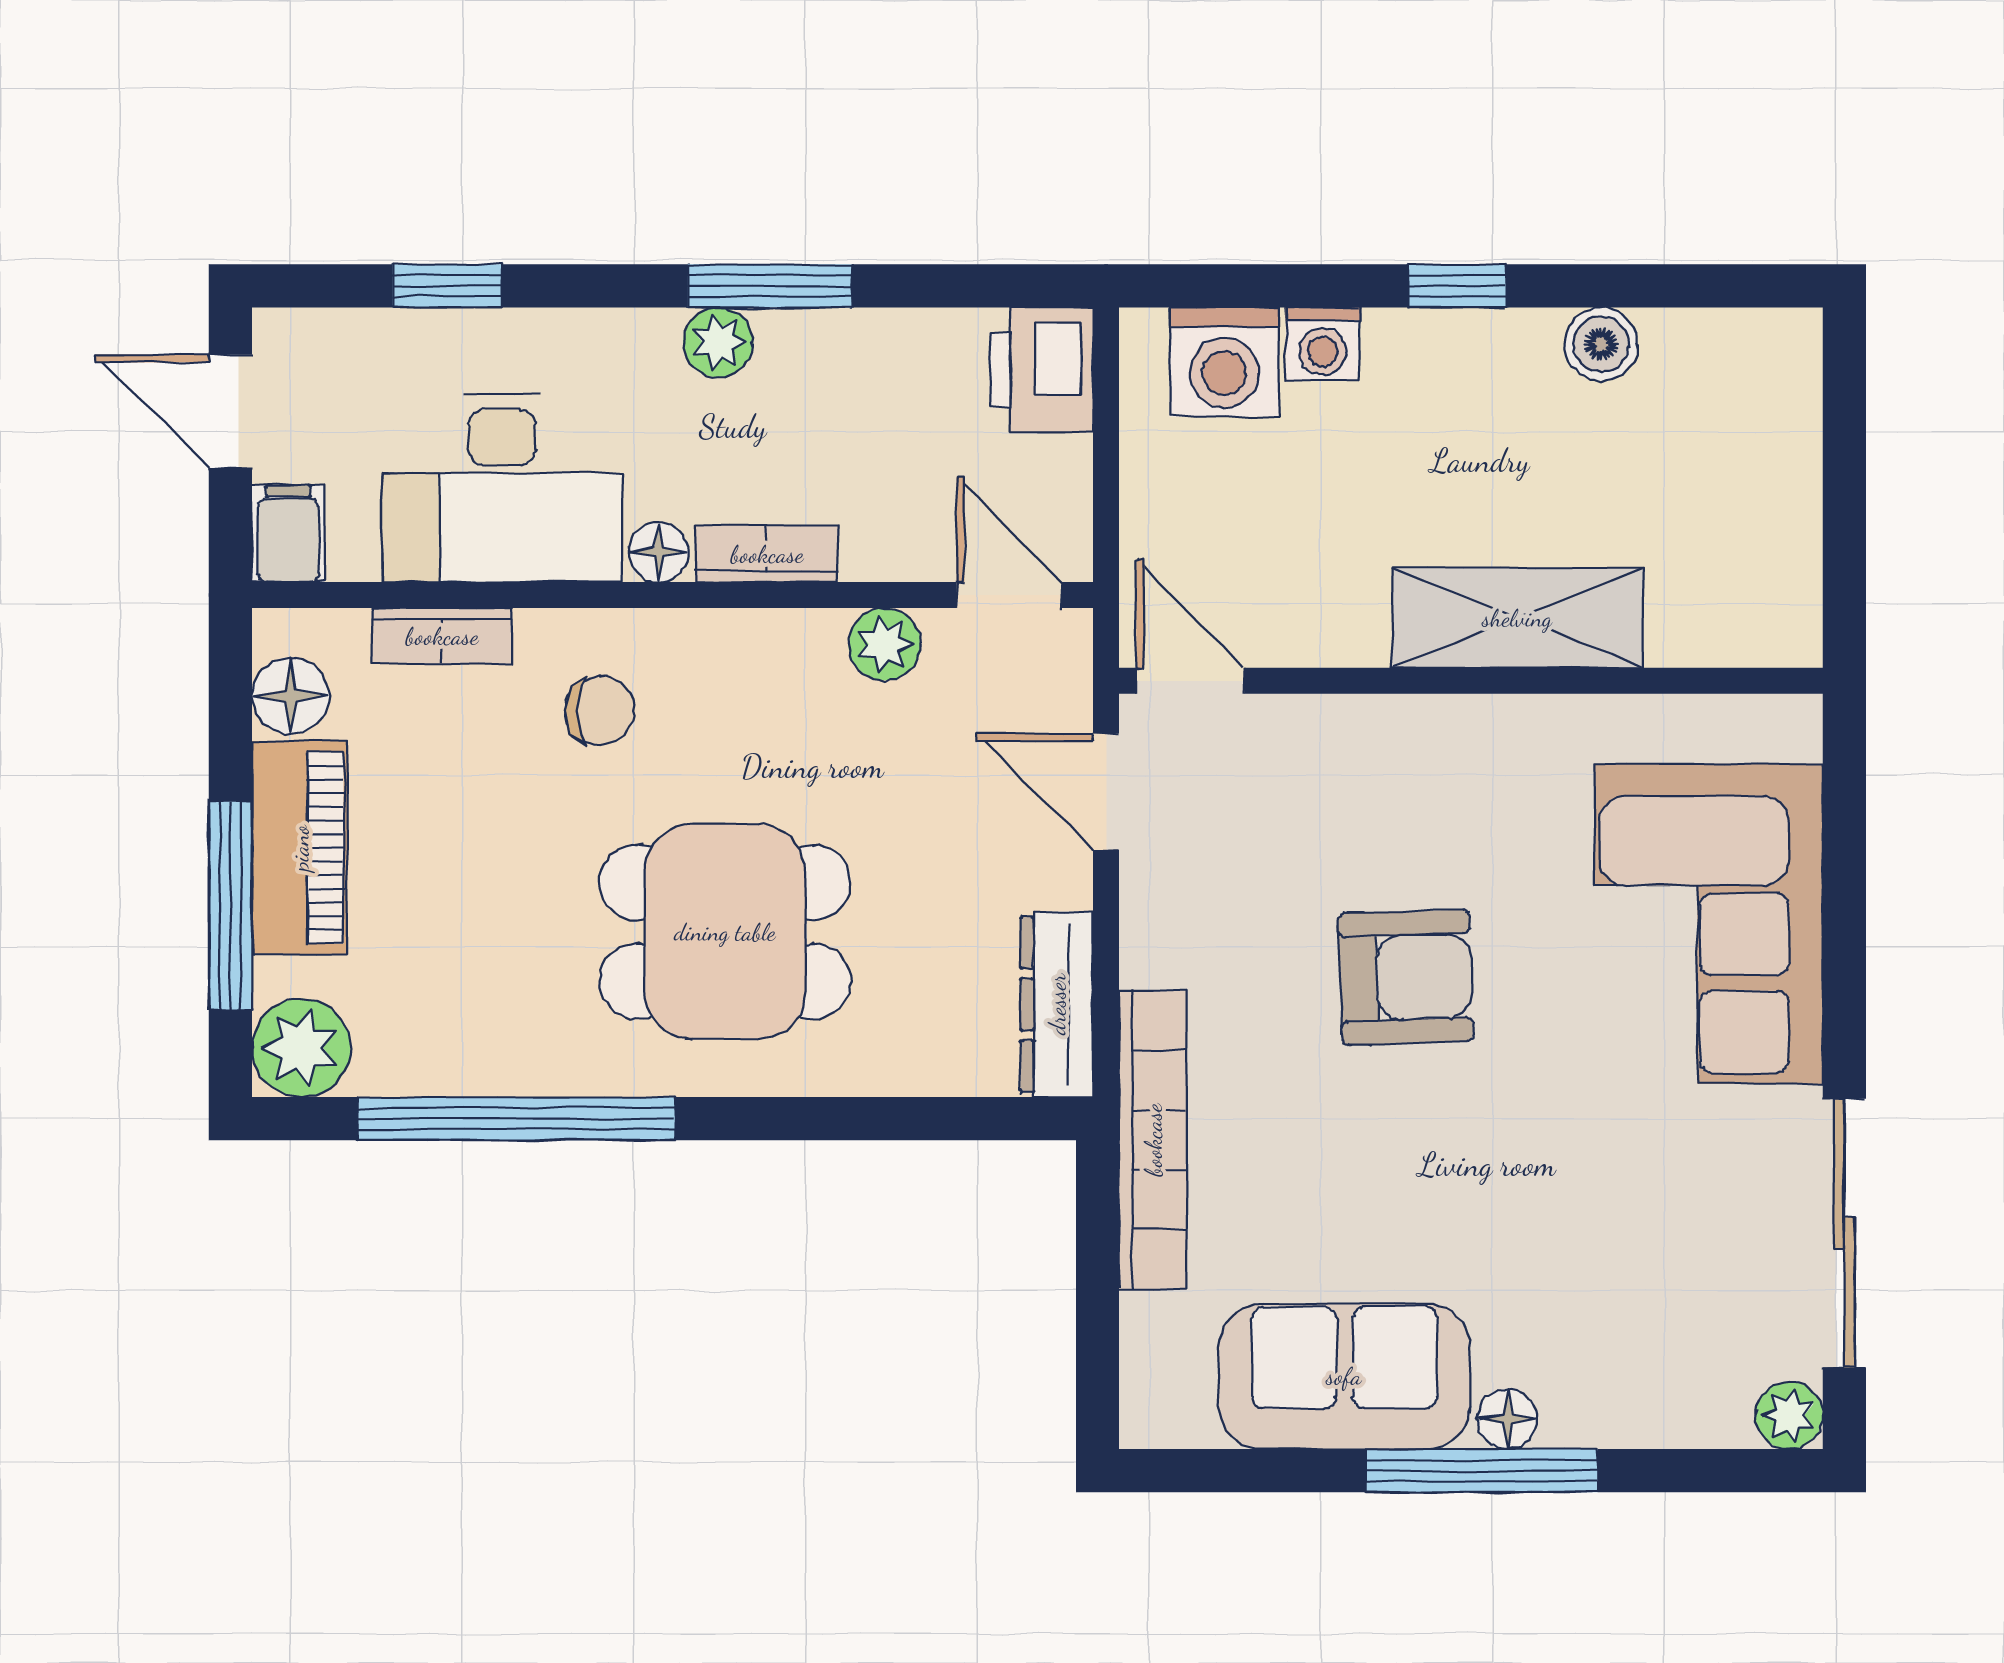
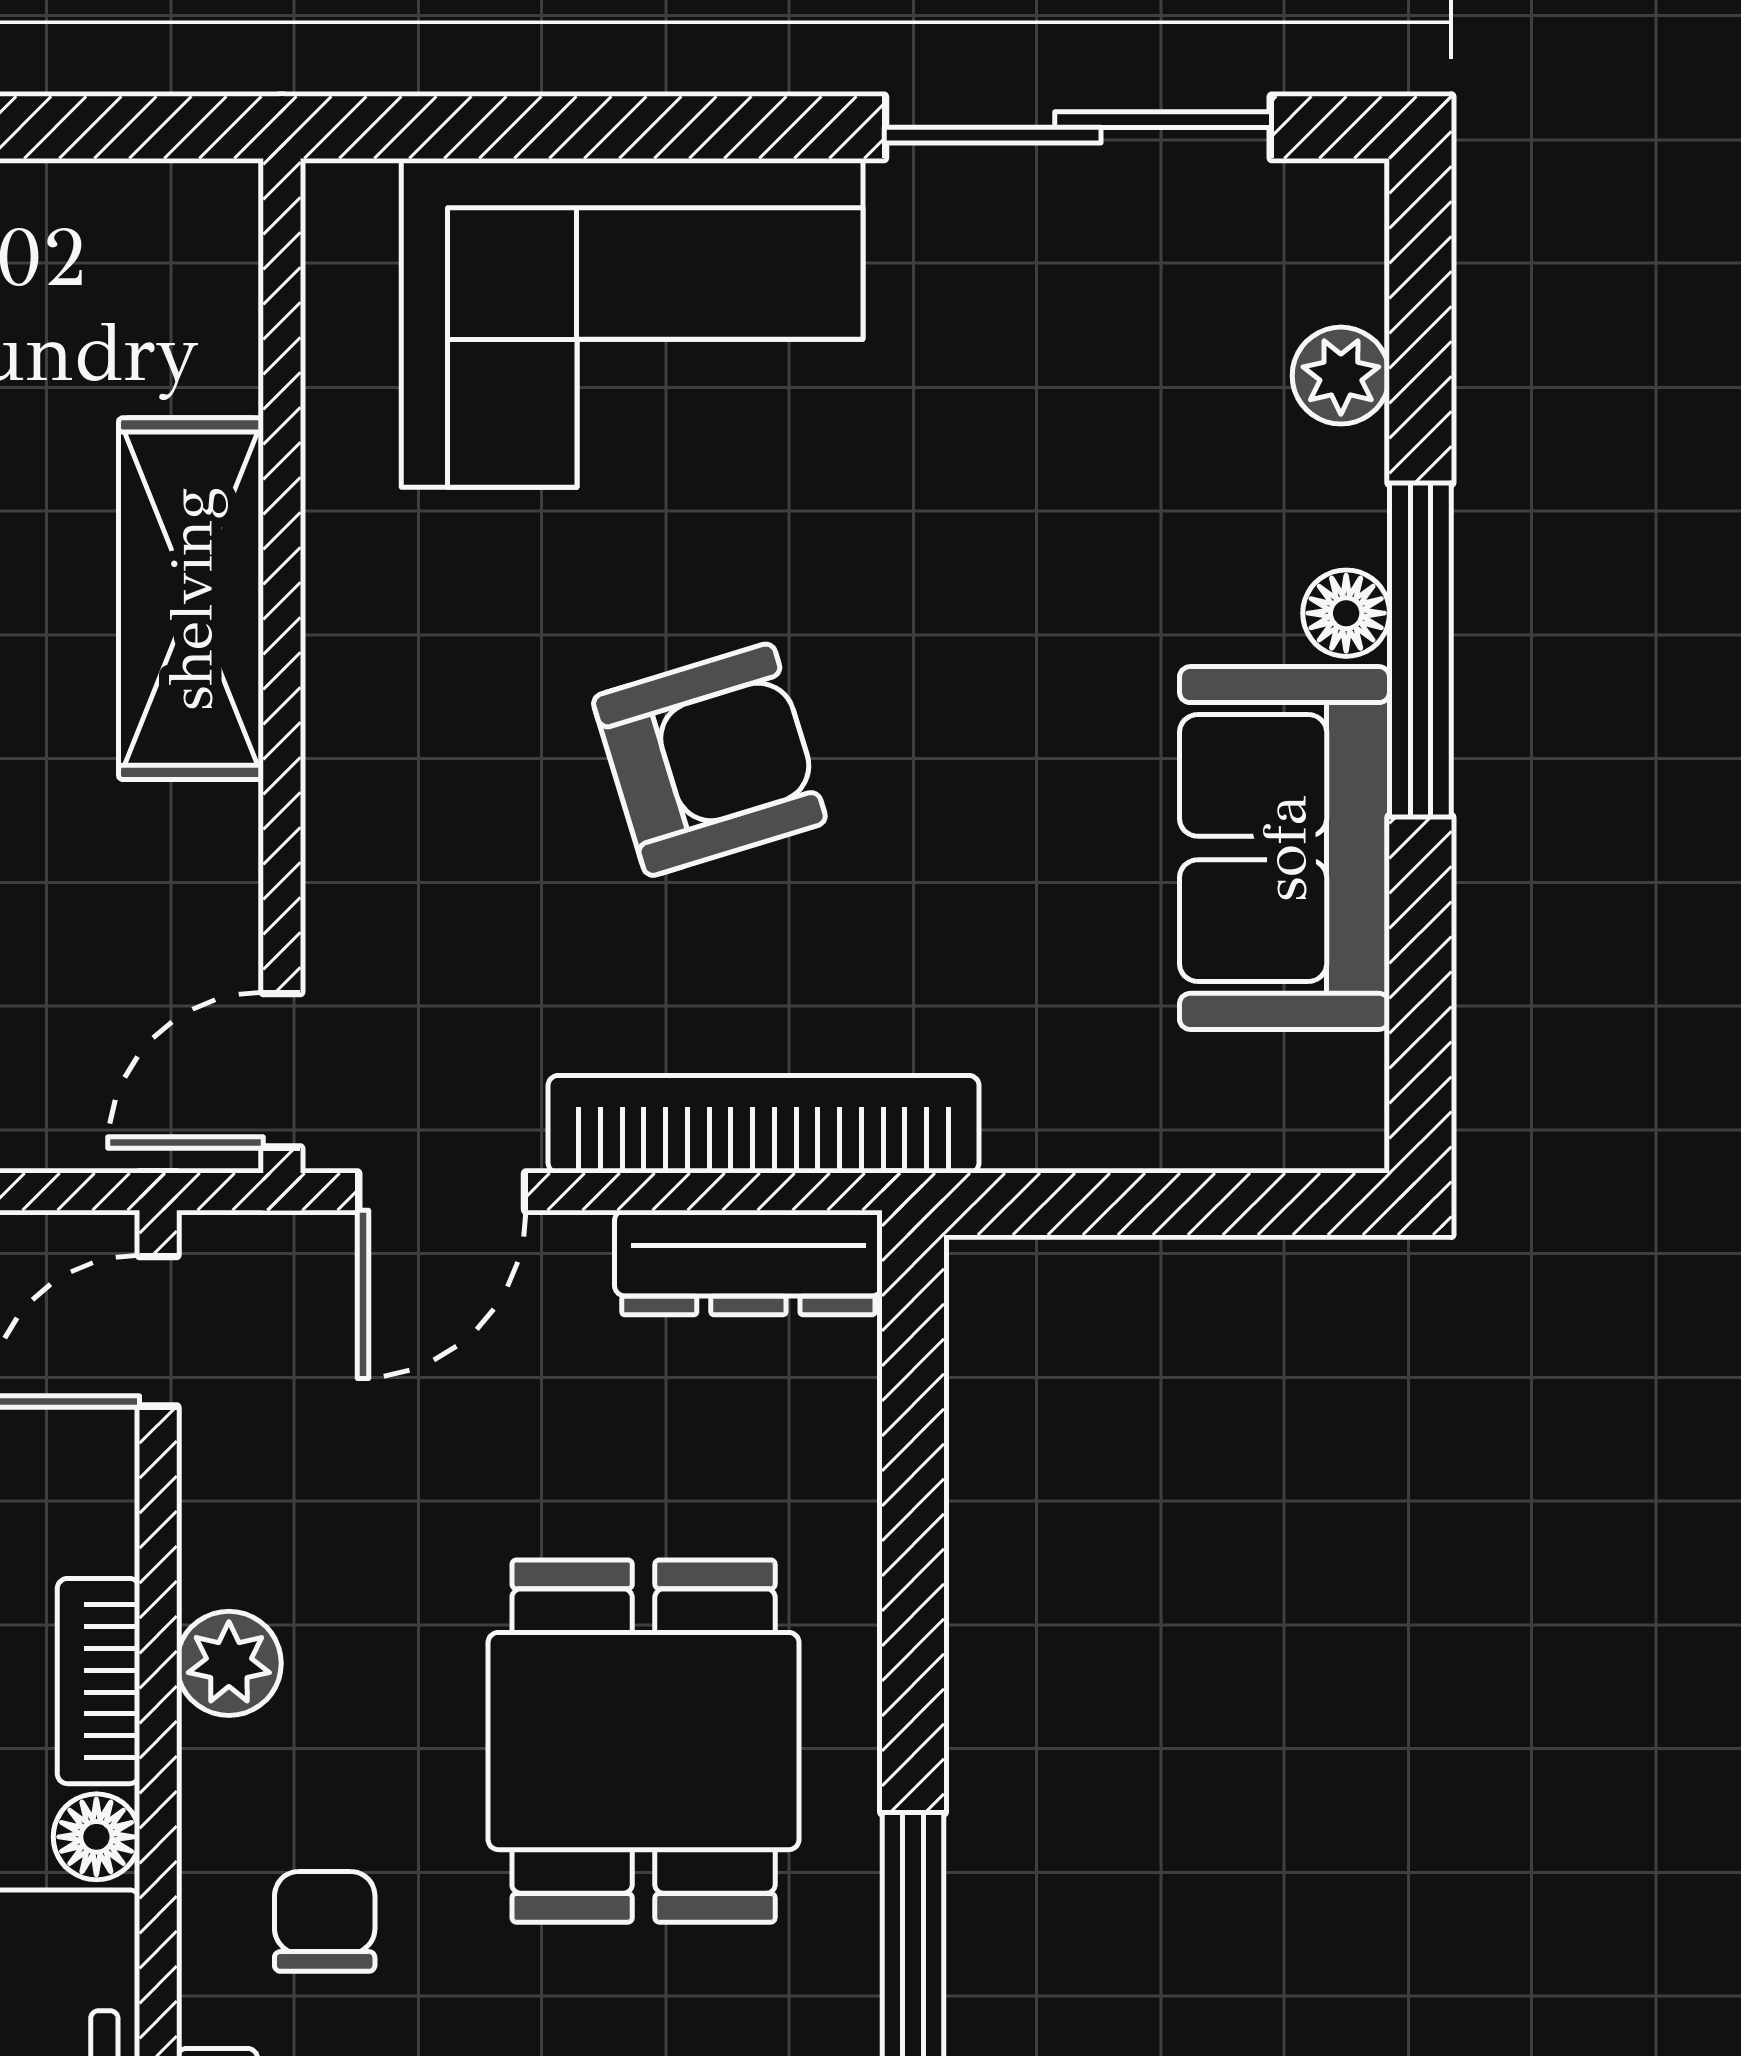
plant: (885, 644) -> (229, 1663), moved
armchair: (1406, 977) -> (709, 760), turned 75
bookcase: (1153, 1140) -> (764, 1124), moved
plant: (1789, 1415) -> (1341, 376), moved

